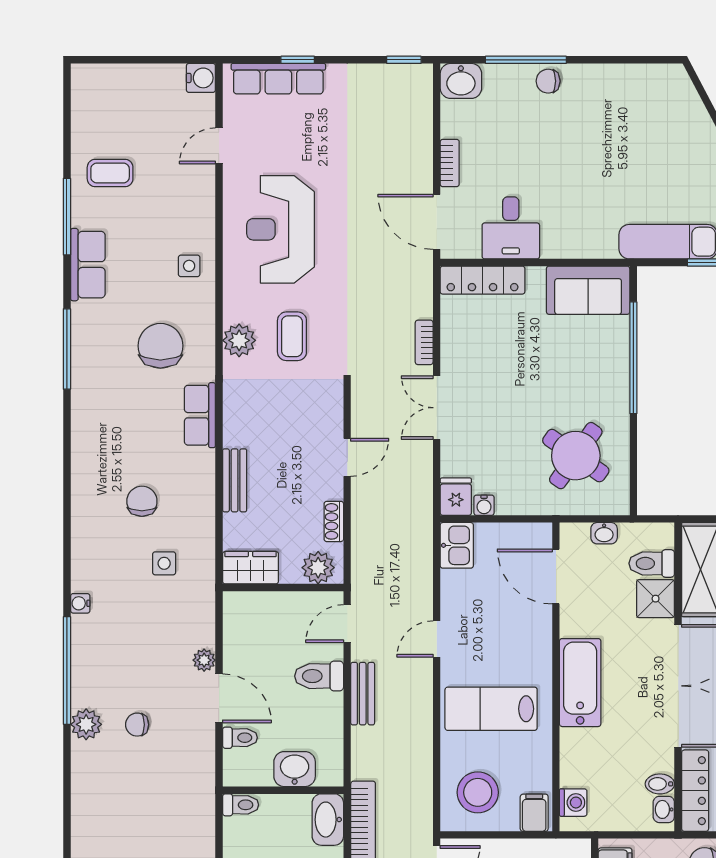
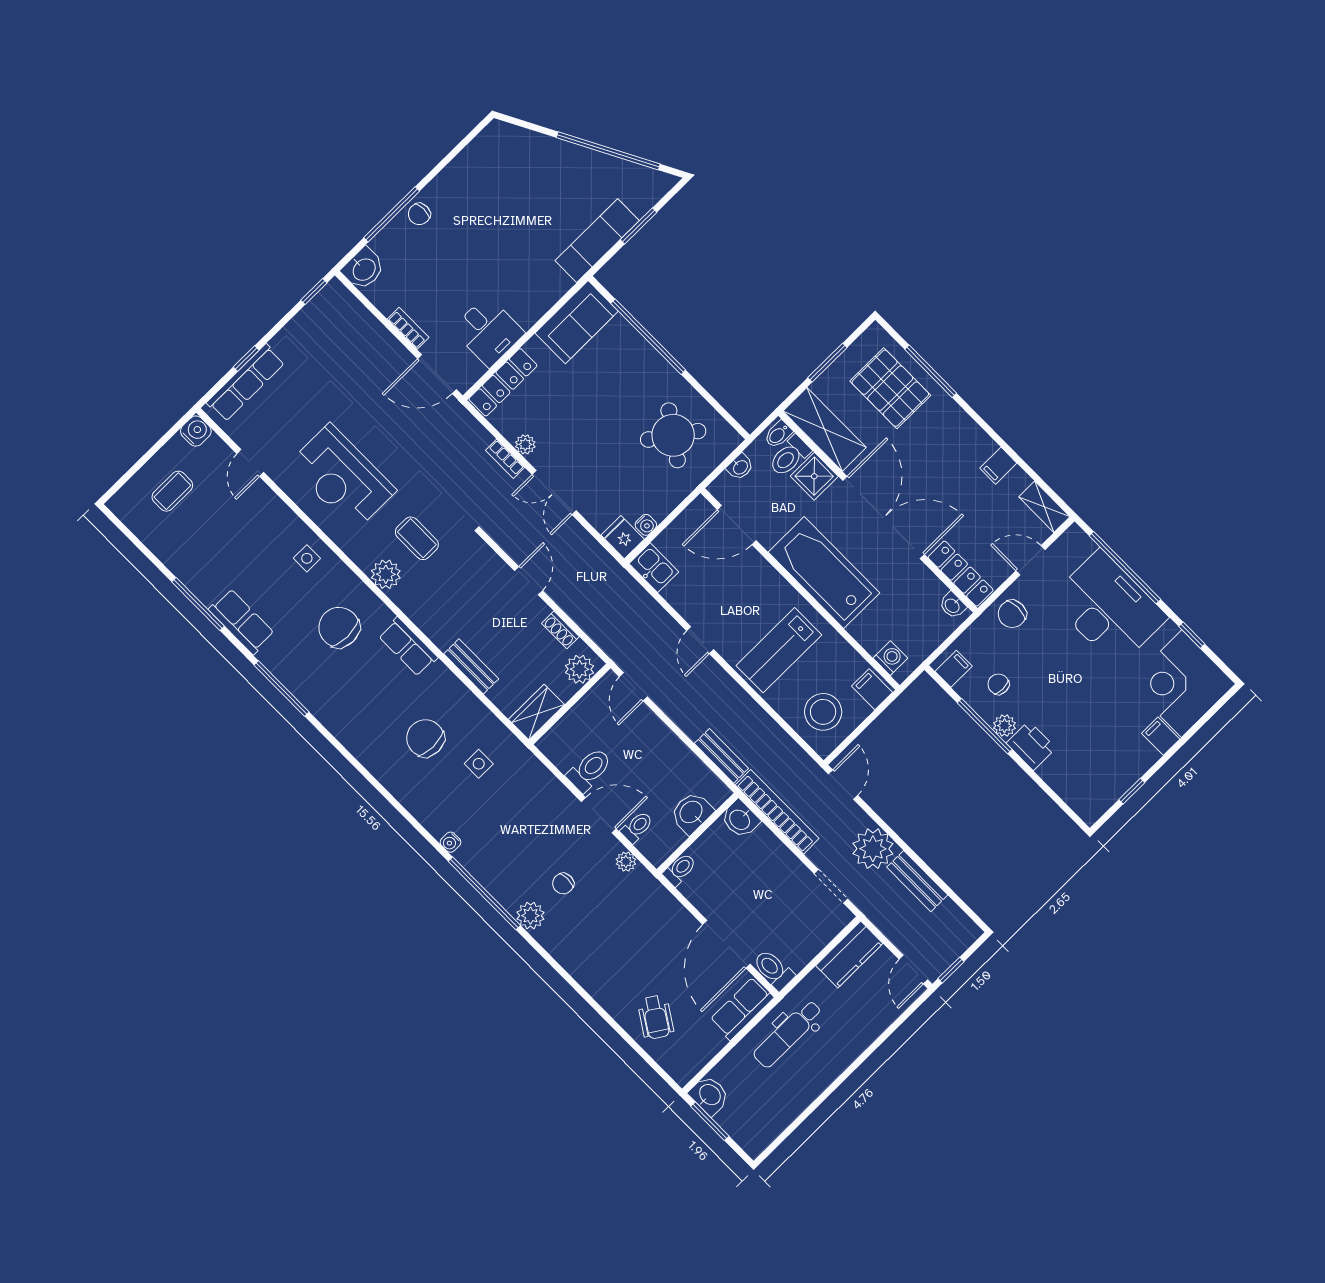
coffee table: (110, 173) -> (172, 491), moved
plant: (451, 347) -> (525, 444), added
chair: (142, 501) -> (425, 738), width x1.37, depth x1.37
plant: (204, 660) -> (626, 862), moved
toilet: (319, 676) -> (589, 770), moved, turned 180
bathtub: (580, 683) -> (824, 573), width x1.36, depth x1.36
bench: (363, 694) -> (721, 756), moved
bidet: (660, 784) -> (778, 434), moved
washbasin: (328, 820) -> (740, 819), width x0.72

